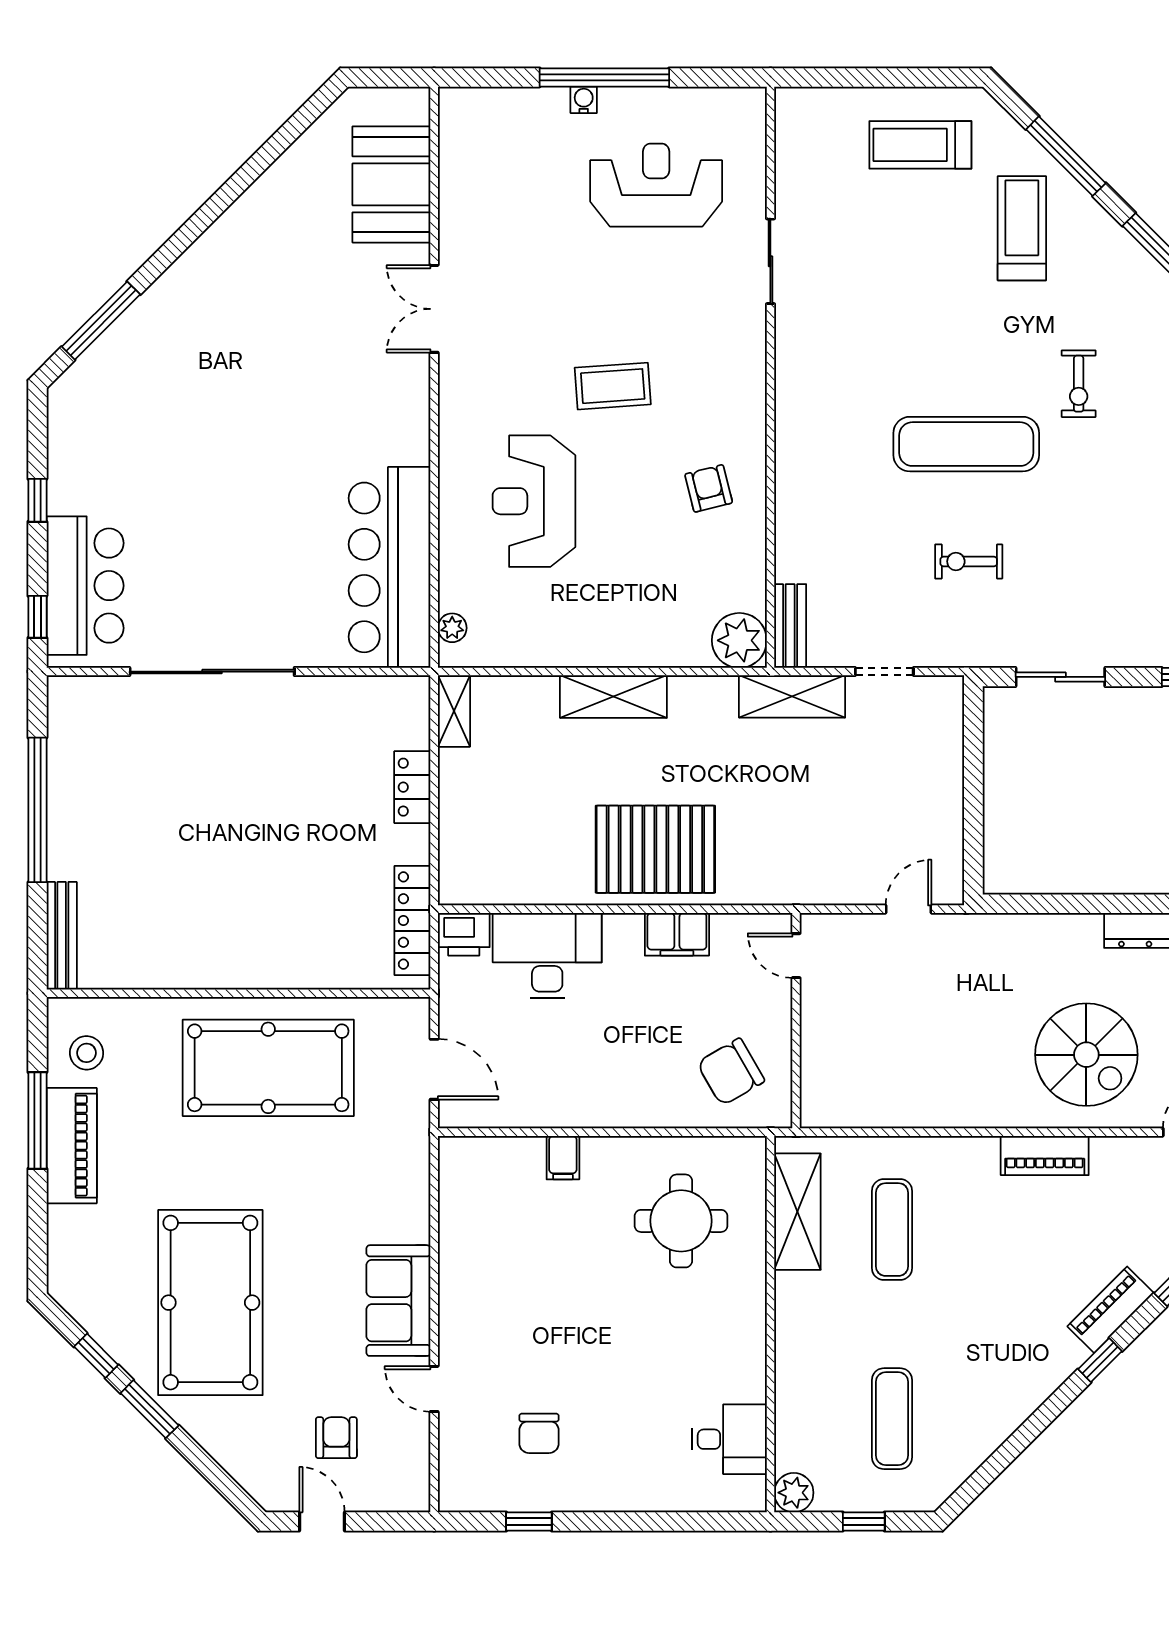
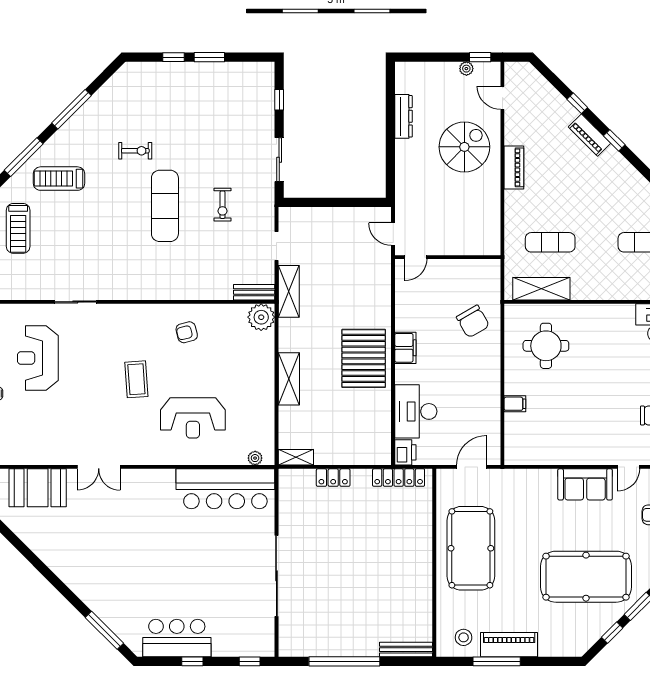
bar counter: (85, 586) -> (177, 638), moved
door: (796, 956) -> (416, 257), moved
wall: (796, 1021) -> (448, 257), moved

